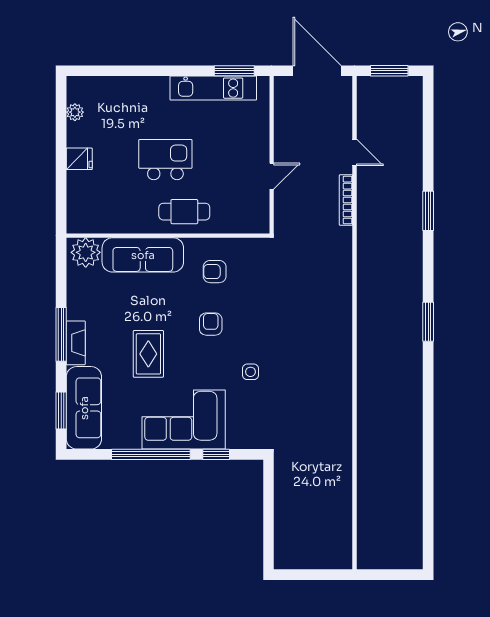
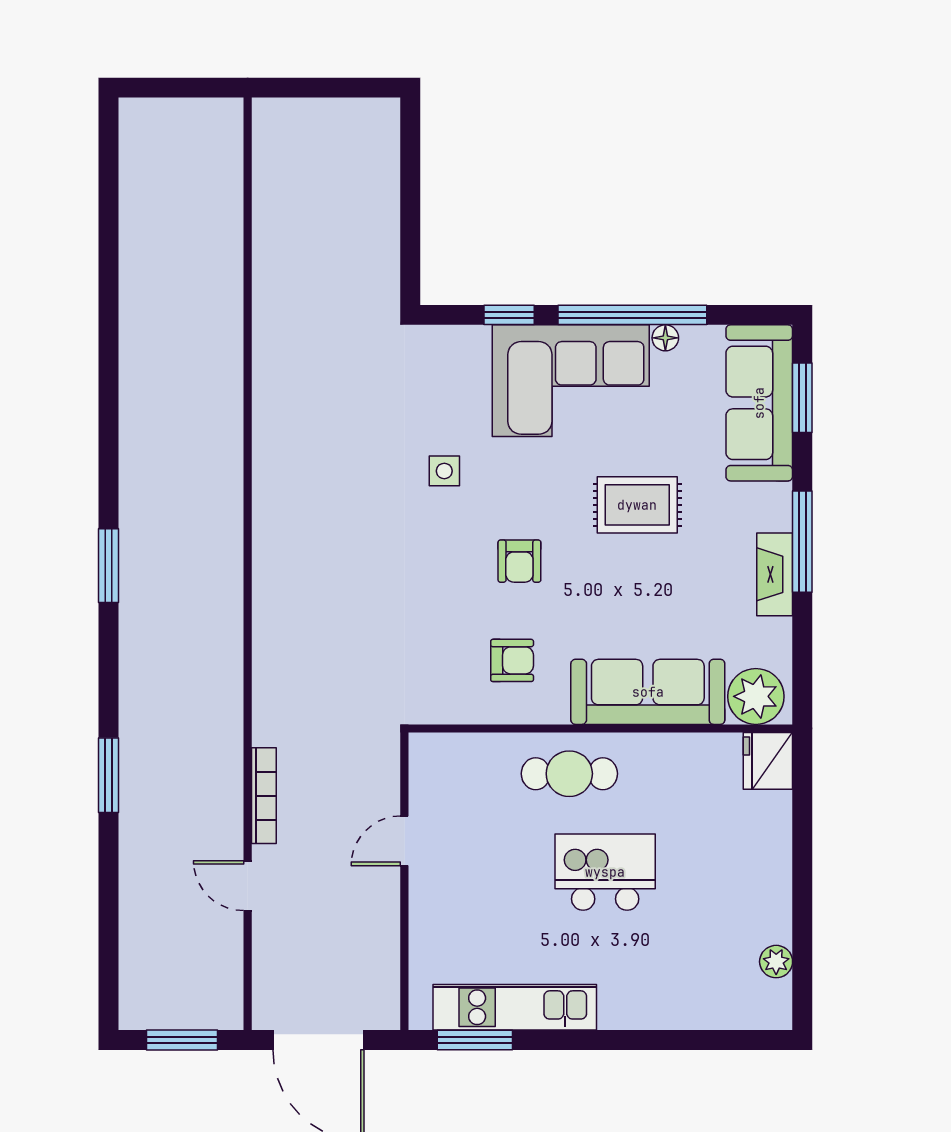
fridge: (79, 159) -> (768, 761), moved, width x1.38
kitchen island: (165, 160) -> (605, 872), turned 180
fireplace: (76, 343) -> (775, 574), moved
rug: (148, 354) -> (637, 505), turned 90
floor lamp: (134, 442) -> (665, 338), added

